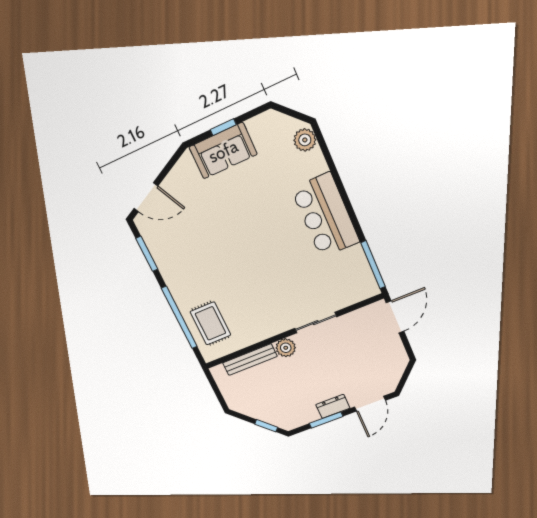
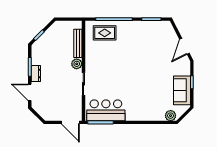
sofa: (223, 151) -> (182, 90), moved
door: (146, 197) -> (184, 46), moved
bar counter: (325, 215) -> (106, 110), moved

